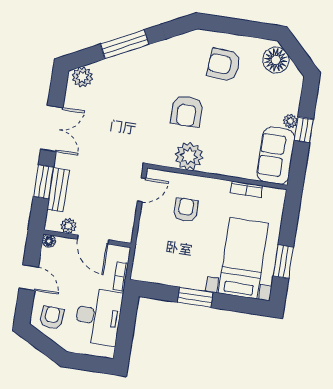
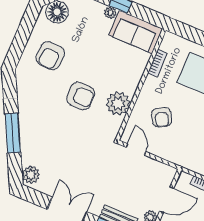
armchair: (186, 210) -> (162, 117), turned -121

